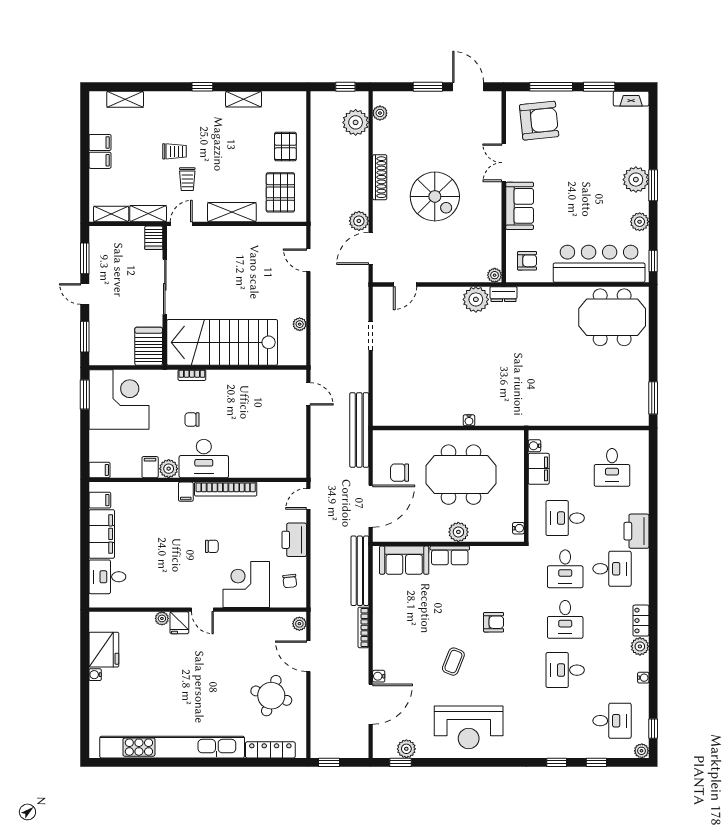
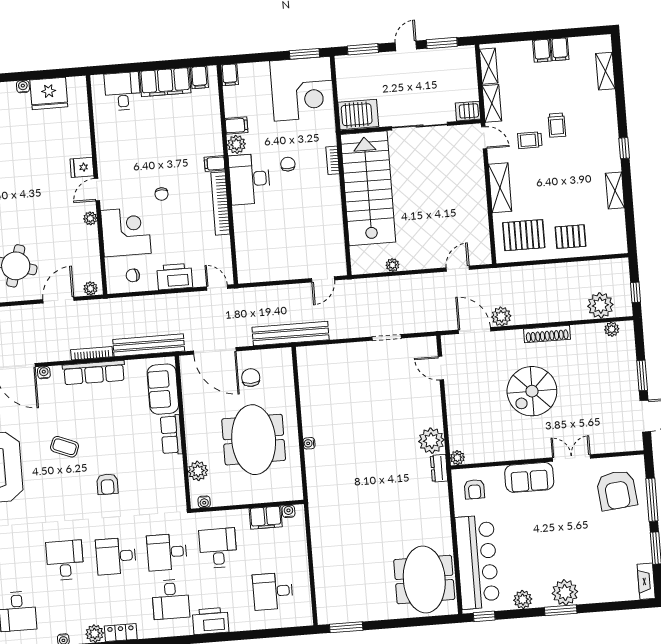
plant: (458, 532) -> (198, 471), moved
plant: (162, 618) -> (90, 218), moved
row of seats: (383, 627) -> (94, 373), added

